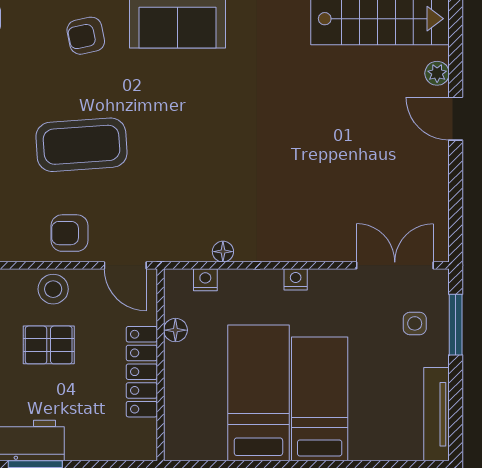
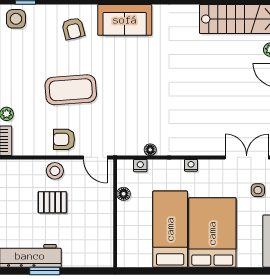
armchair: (86, 36) -> (73, 29), turned -92
locker: (142, 372) -> (105, 217), removed
bed: (320, 399) -> (212, 233), width x1.50

